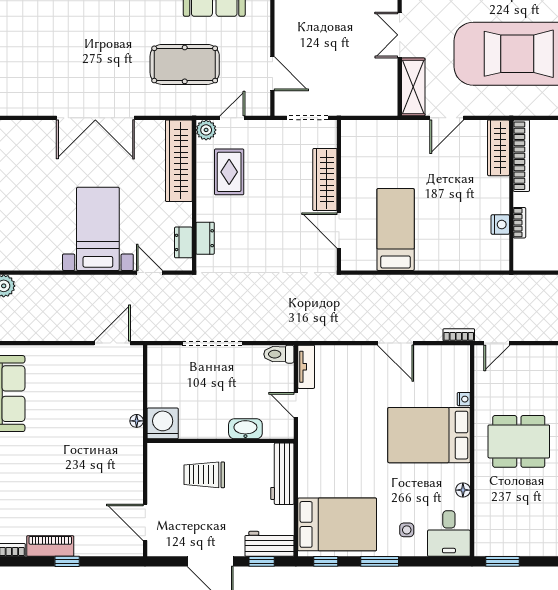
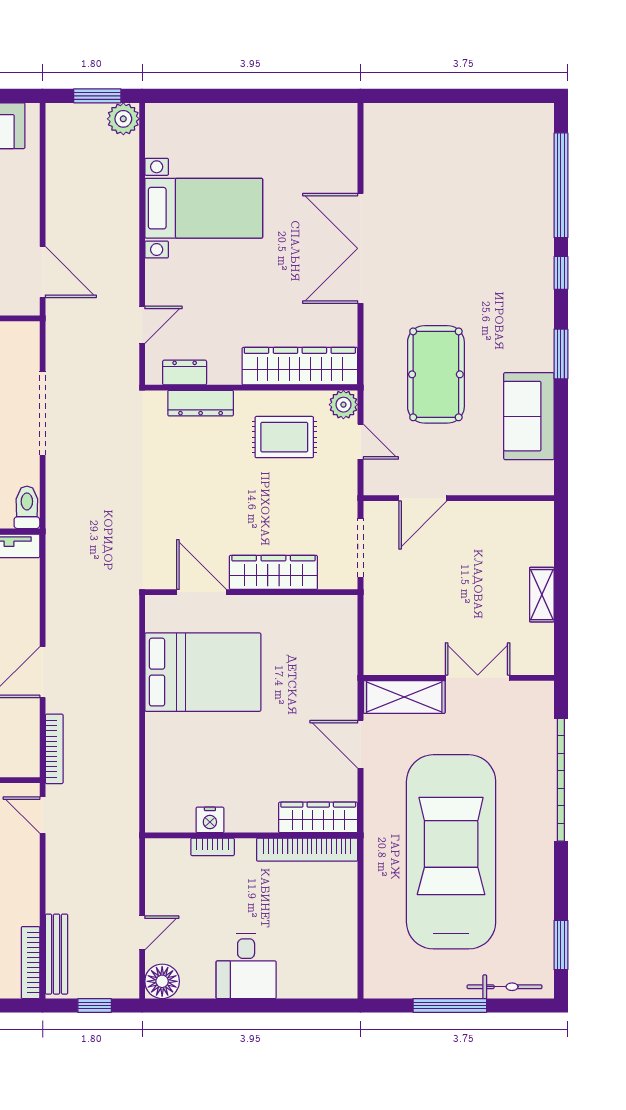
bed with nightstands: (98, 229) -> (204, 208), moved
door: (339, 230) -> (202, 592), hinge flipped
bed: (396, 230) -> (203, 672), width x1.50
dresser: (205, 238) -> (201, 403), width x1.44
bookcase: (459, 335) -> (54, 749), width x1.56

